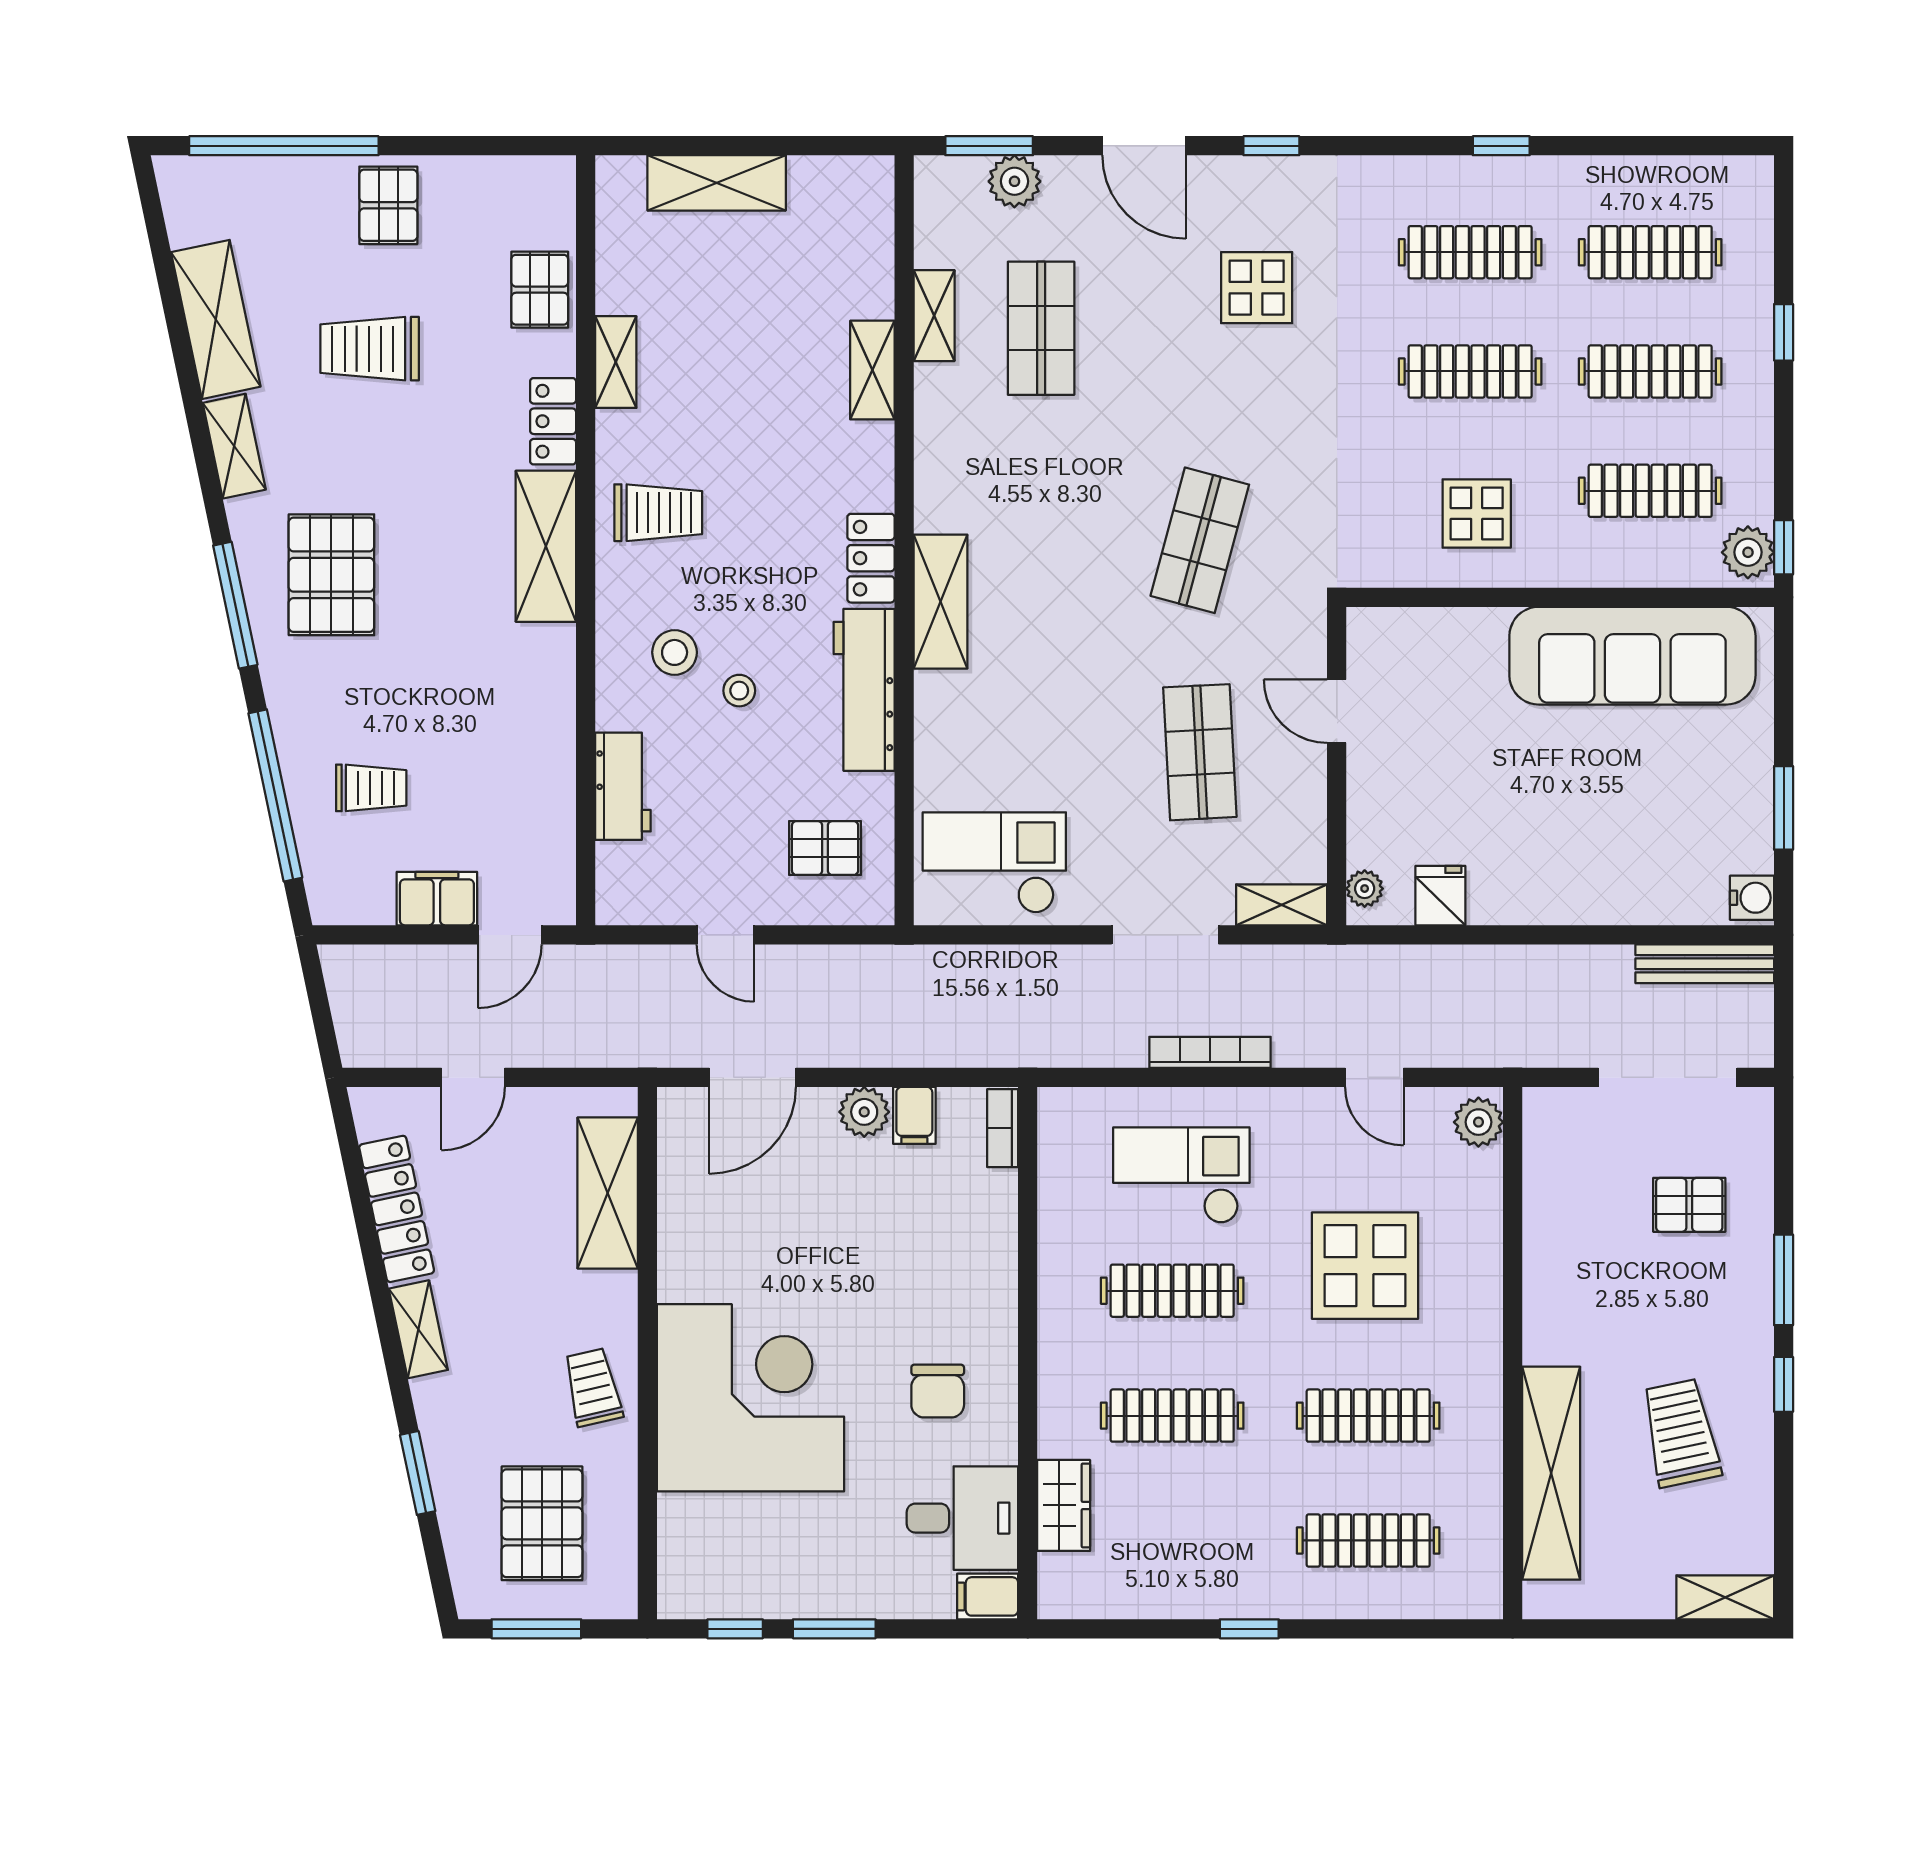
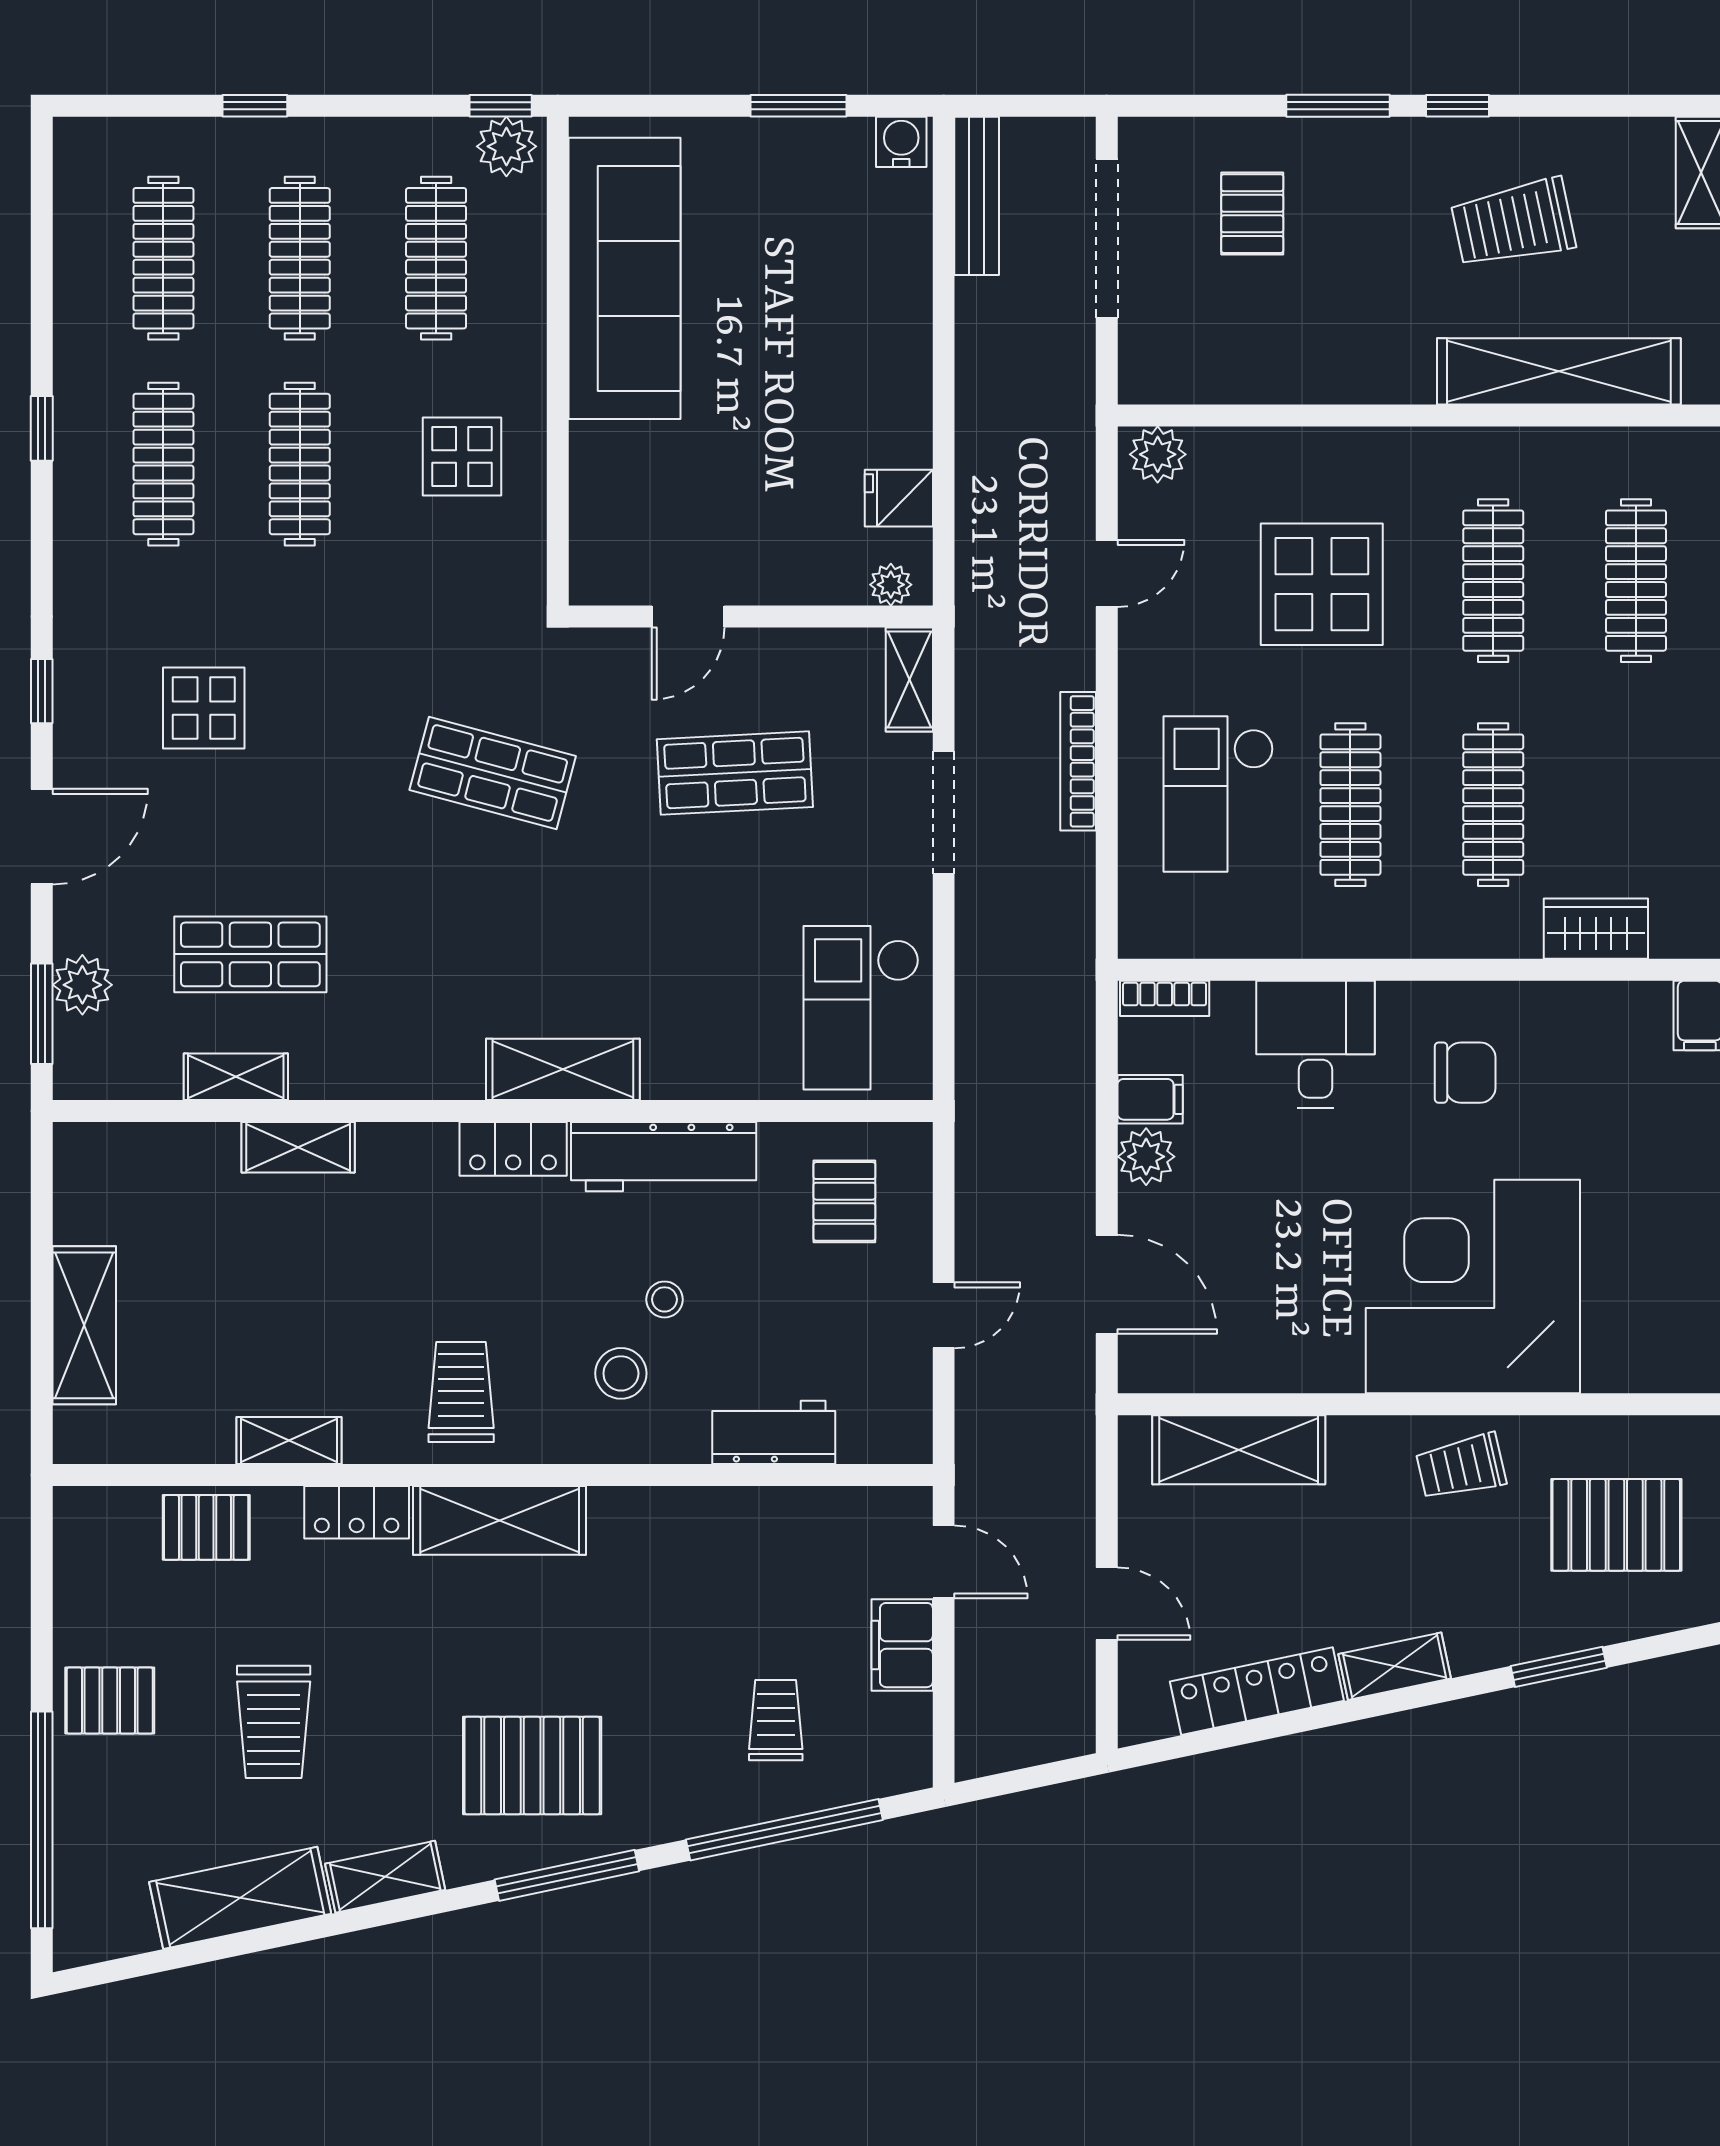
desk: (962, 1518) -> (1316, 1044), moved

